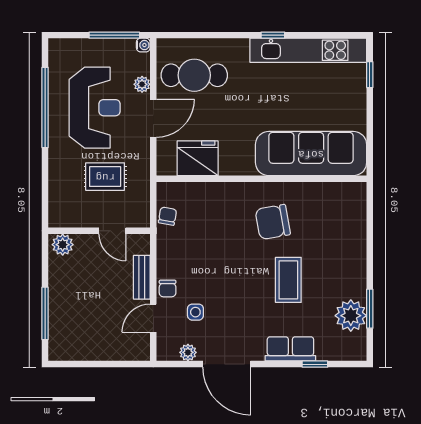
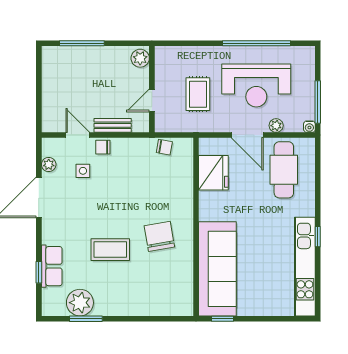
window: (370, 75) -> (222, 319), moved
row of seats: (290, 349) -> (52, 266), moved

